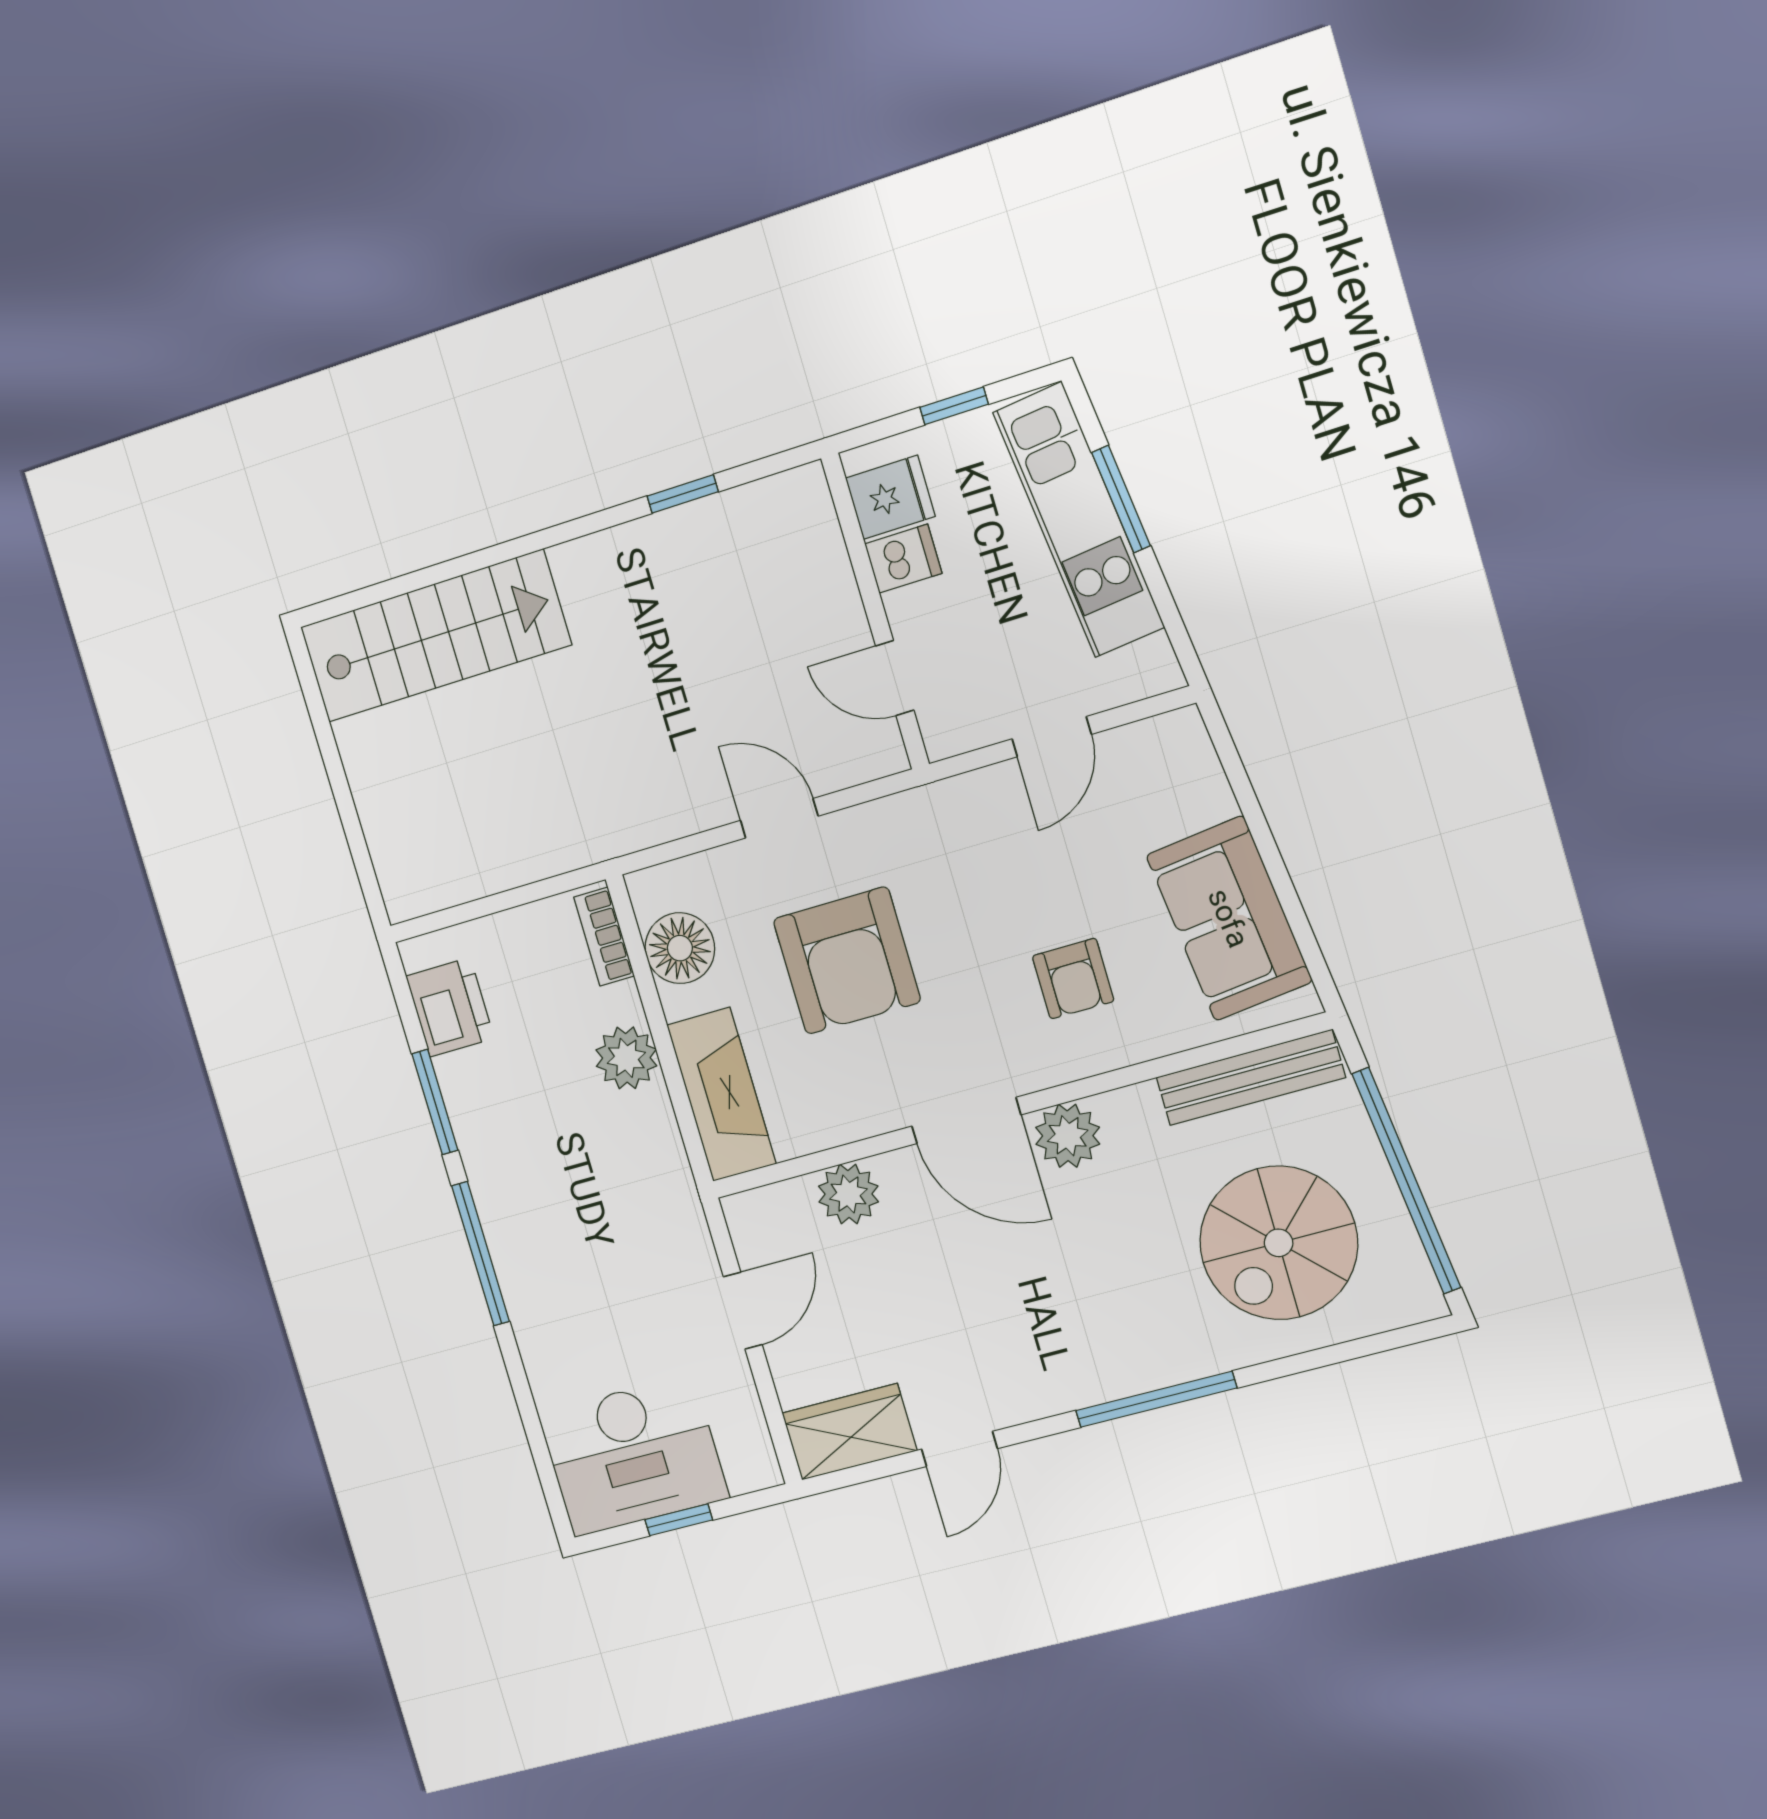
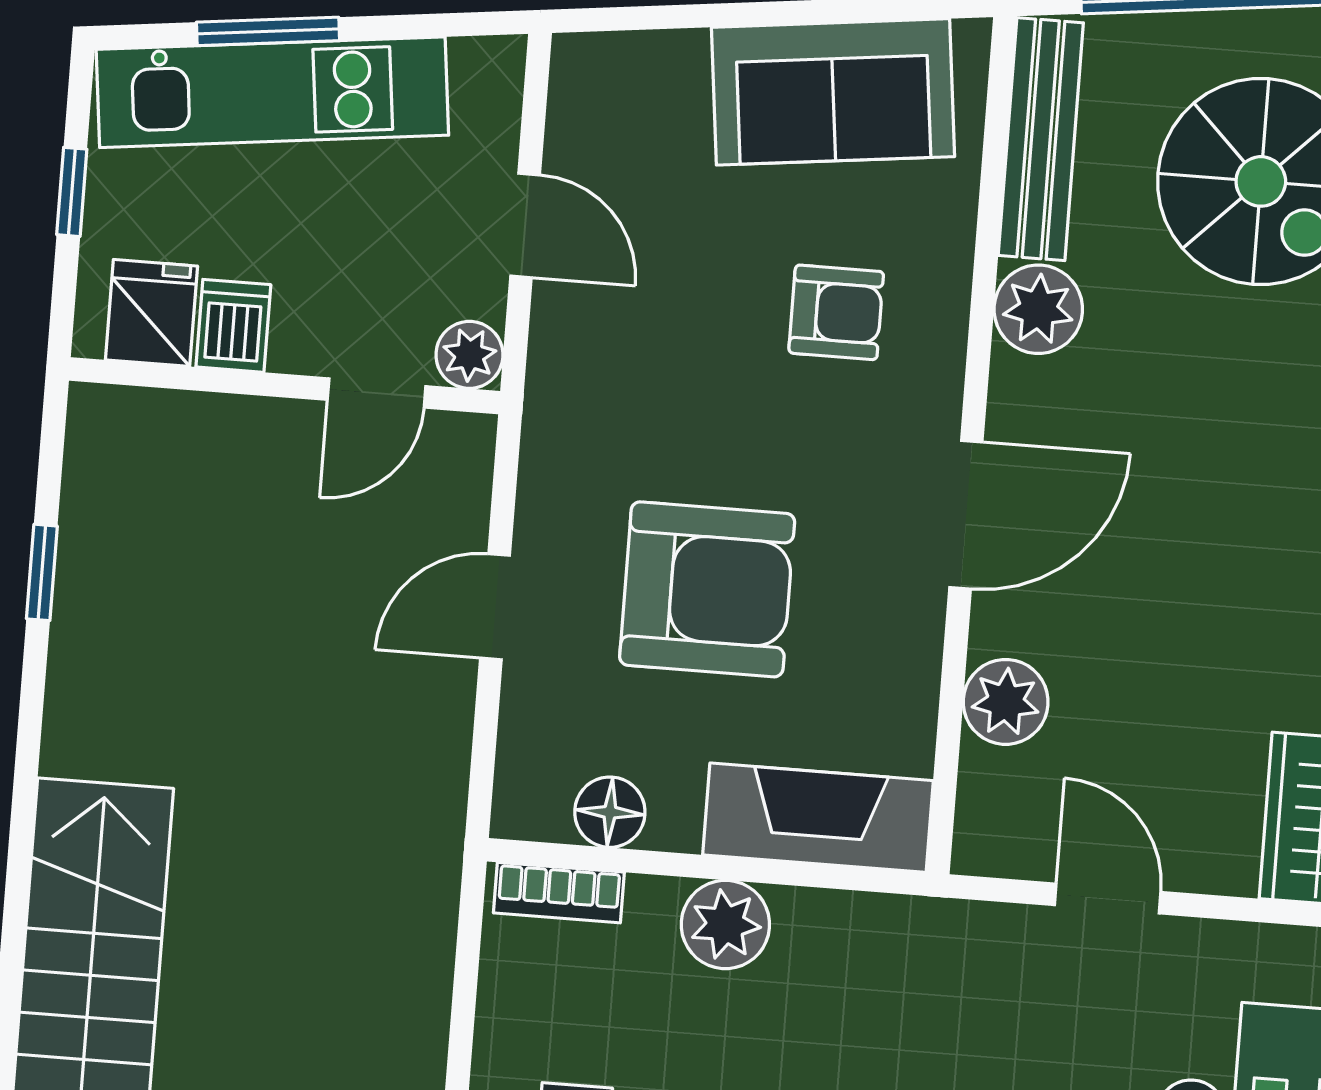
plant: (946, 733) -> (469, 355), added
floor lamp: (680, 948) -> (610, 812), width x0.73, depth x0.73
plant: (1068, 1136) -> (1038, 309), moved

